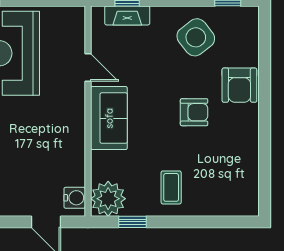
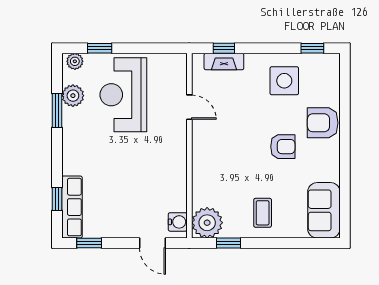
side table: (196, 37) -> (284, 81), turned 38
armchair: (239, 85) -> (323, 123), turned 90
sofa: (109, 118) -> (324, 210), moved, turned 180

